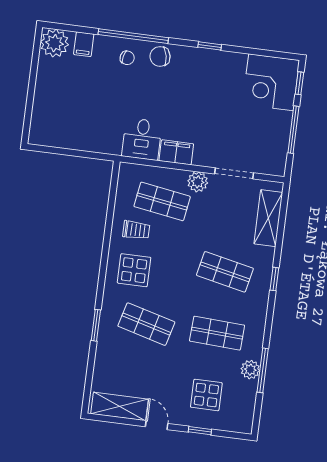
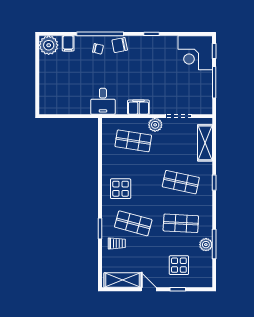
desk: (142, 139) -> (103, 101), moved
trolley: (136, 230) -> (117, 243), moved

